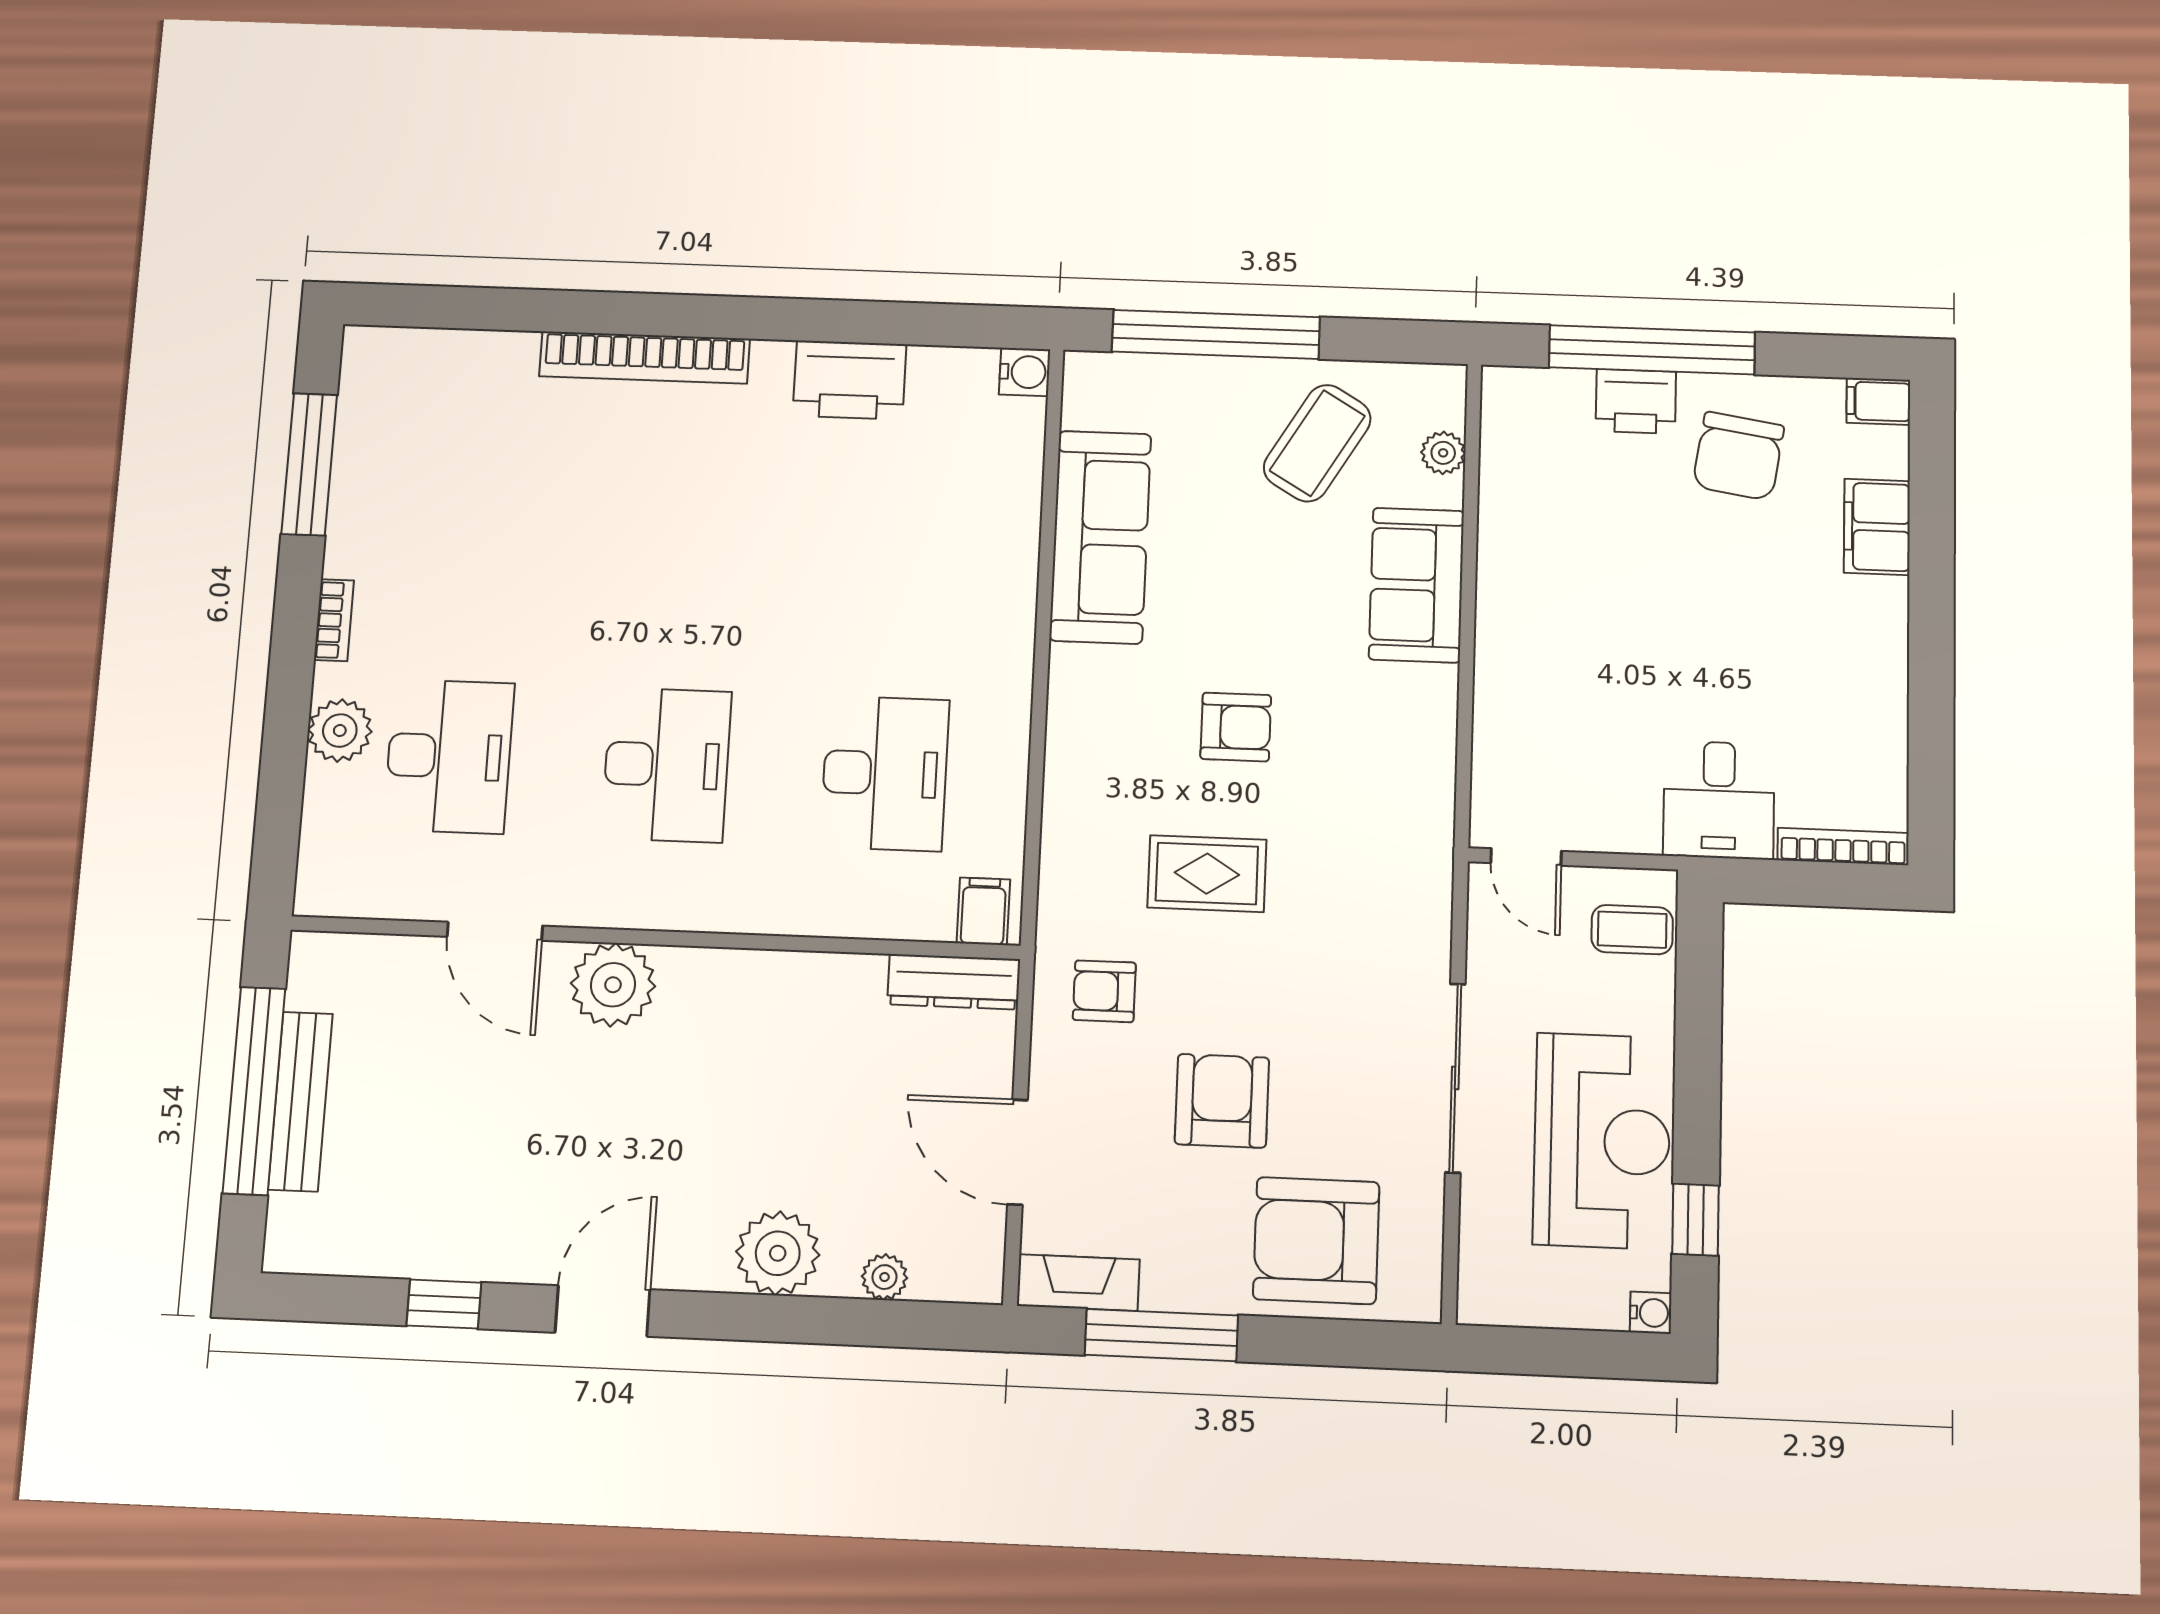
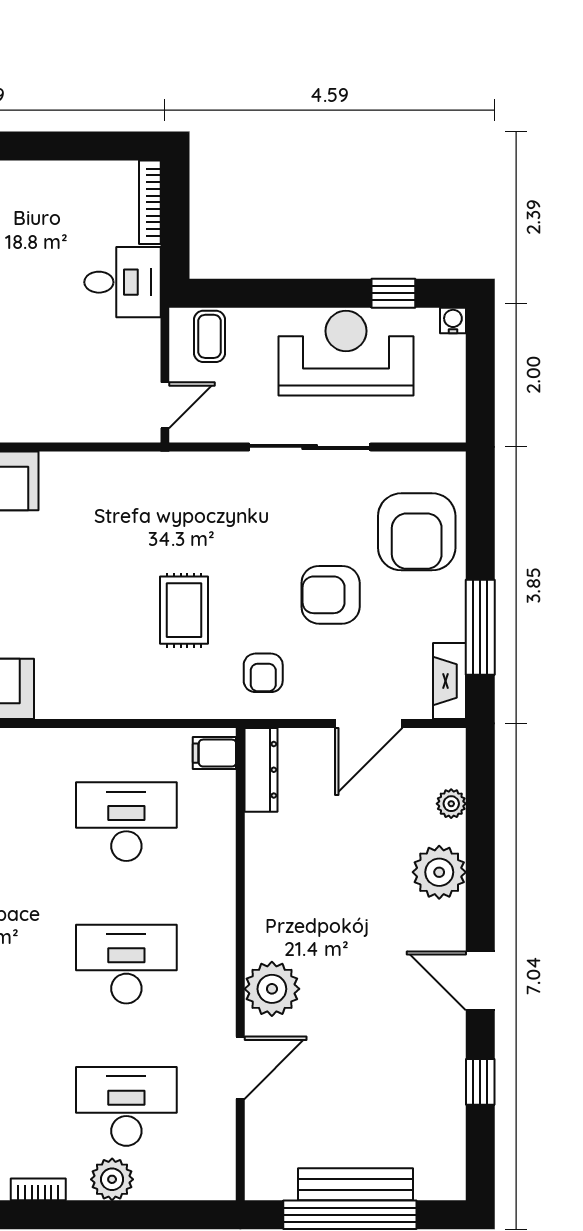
armchair: (1236, 727) -> (87, 595), removed

